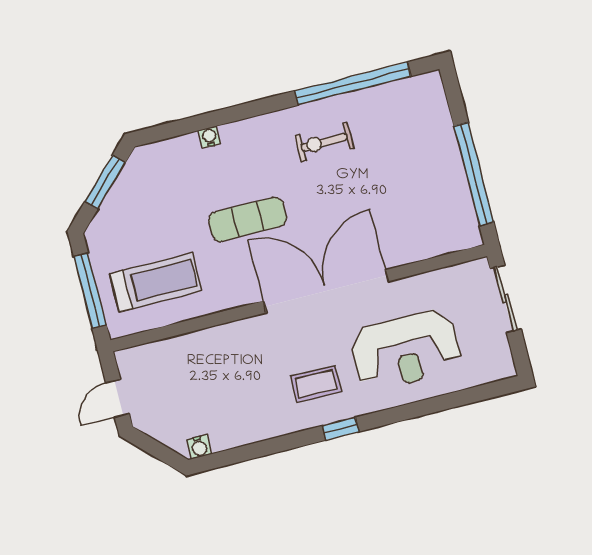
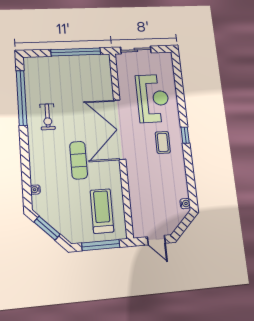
water cooler: (209, 137) -> (35, 190), moved

